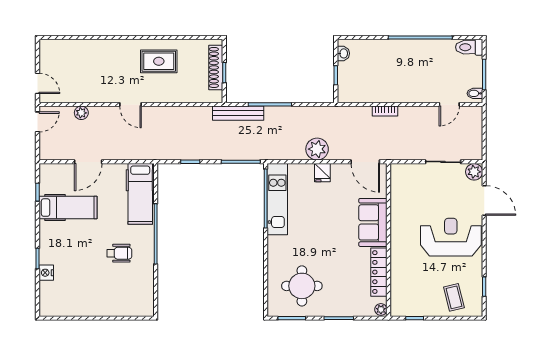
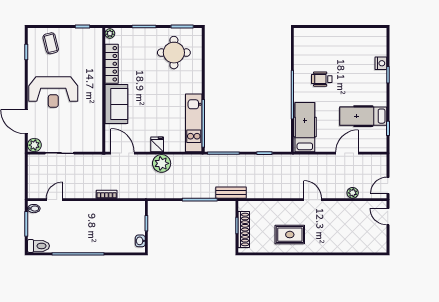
bench: (238, 113) -> (231, 193), width x0.73

